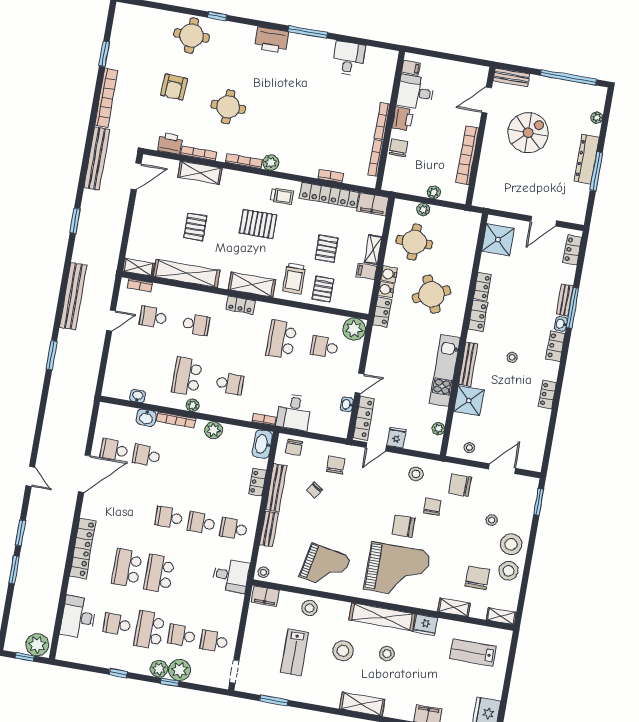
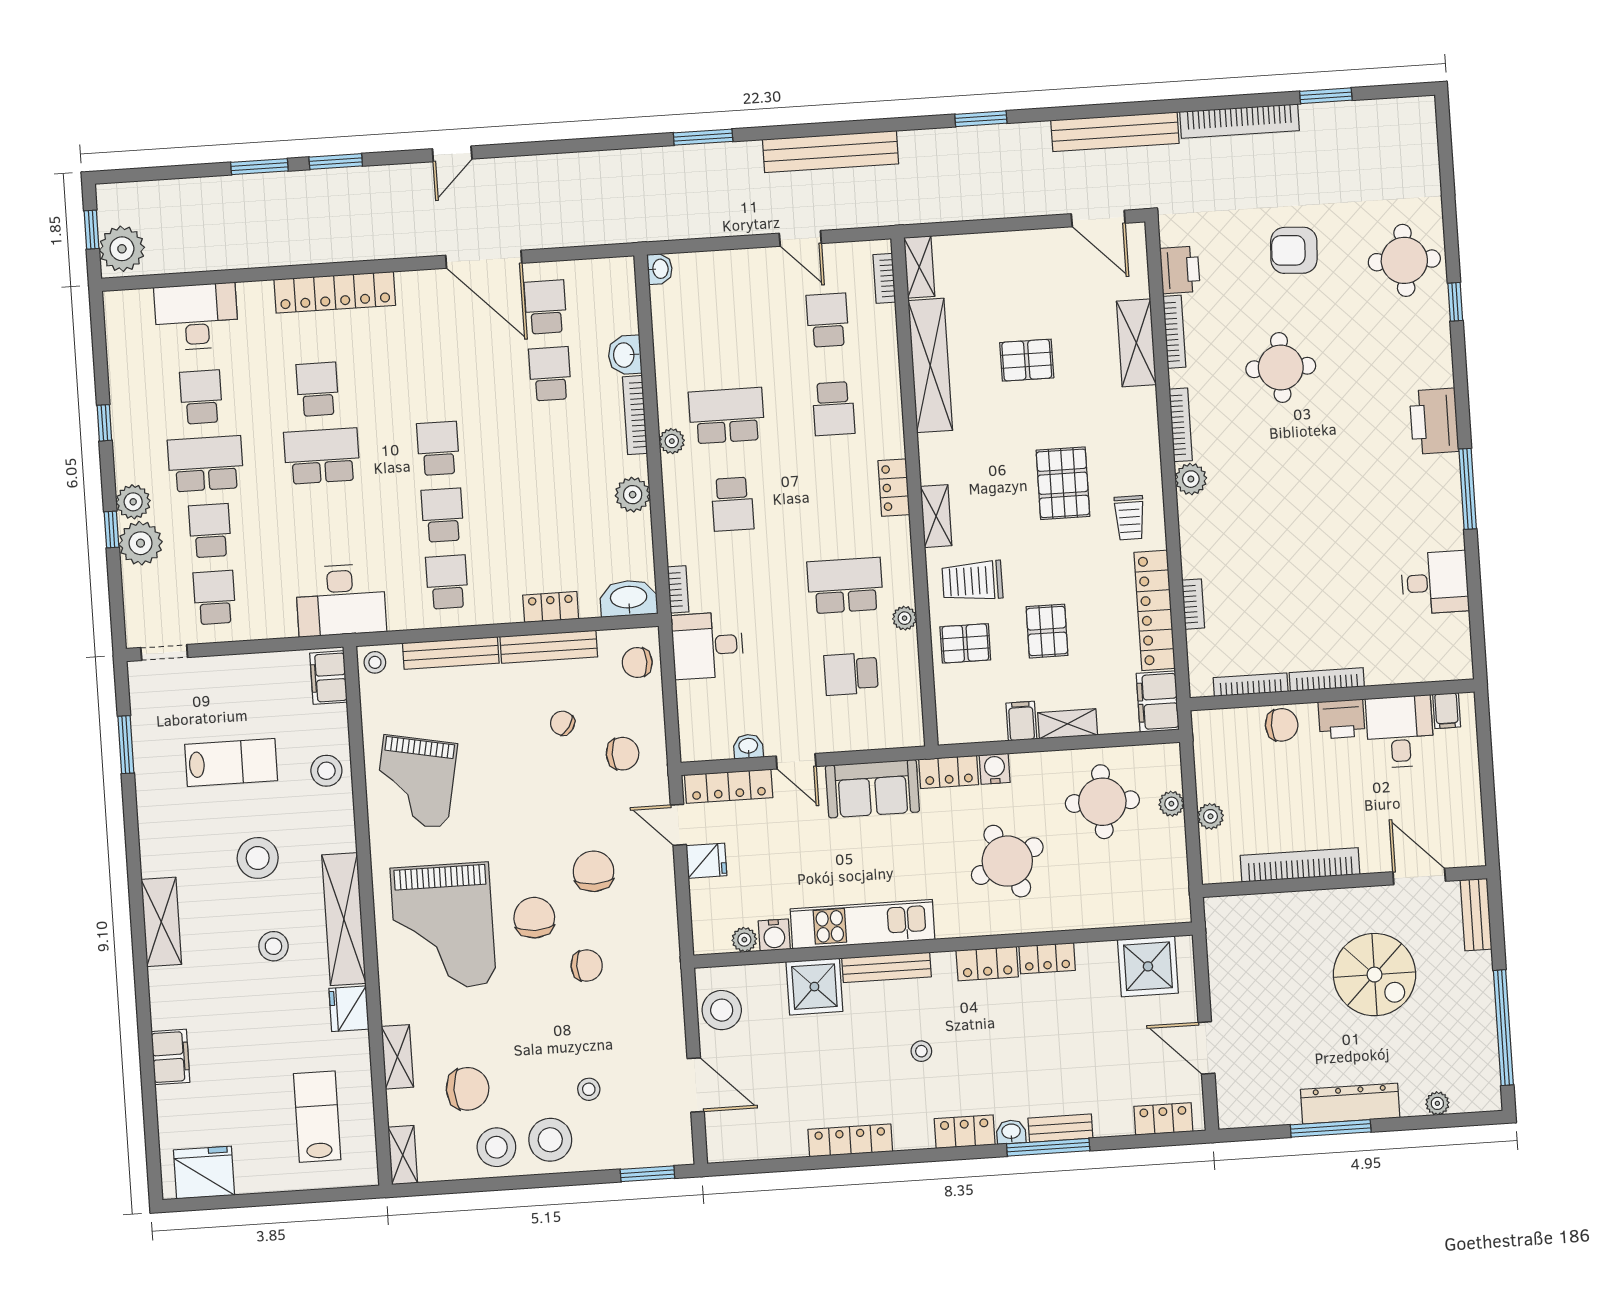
pallet: (327, 249) -> (1047, 631), turned 90
water cooler: (389, 274) -> (774, 935), moved, turned 180
shelving: (252, 285) -> (936, 516), width x0.67, depth x0.75
plant: (354, 329) -> (905, 618), moved, width x0.53, depth x0.53
school desk: (324, 347) -> (851, 674), turned -90
sofa: (381, 350) -> (872, 789), added
locker: (547, 395) -> (850, 1140), width x1.53
washbasin: (138, 396) -> (660, 269), moved
stool: (469, 448) -> (722, 1010), width x1.89, depth x1.89
stool: (416, 474) -> (644, 917), removed
chair: (460, 485) -> (593, 871), moved
bench: (269, 529) -> (451, 653), width x1.36
school desk: (127, 568) -> (317, 389), width x0.54
desk: (231, 576) -> (341, 600), width x1.37
lab bench: (295, 652) -> (231, 763), turned 180

